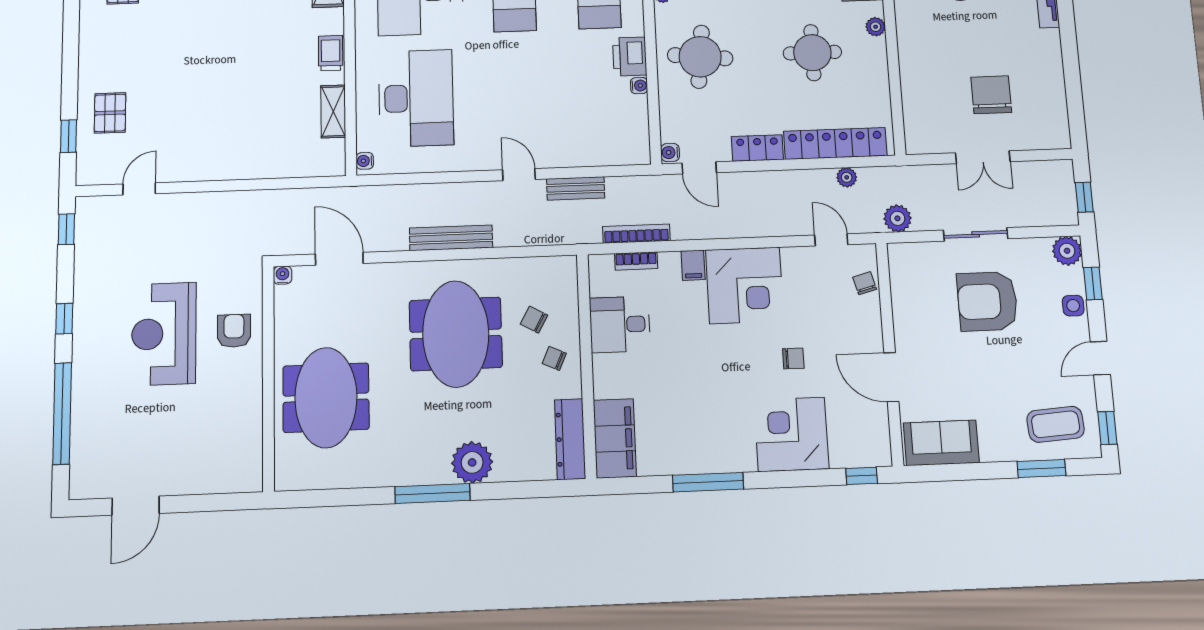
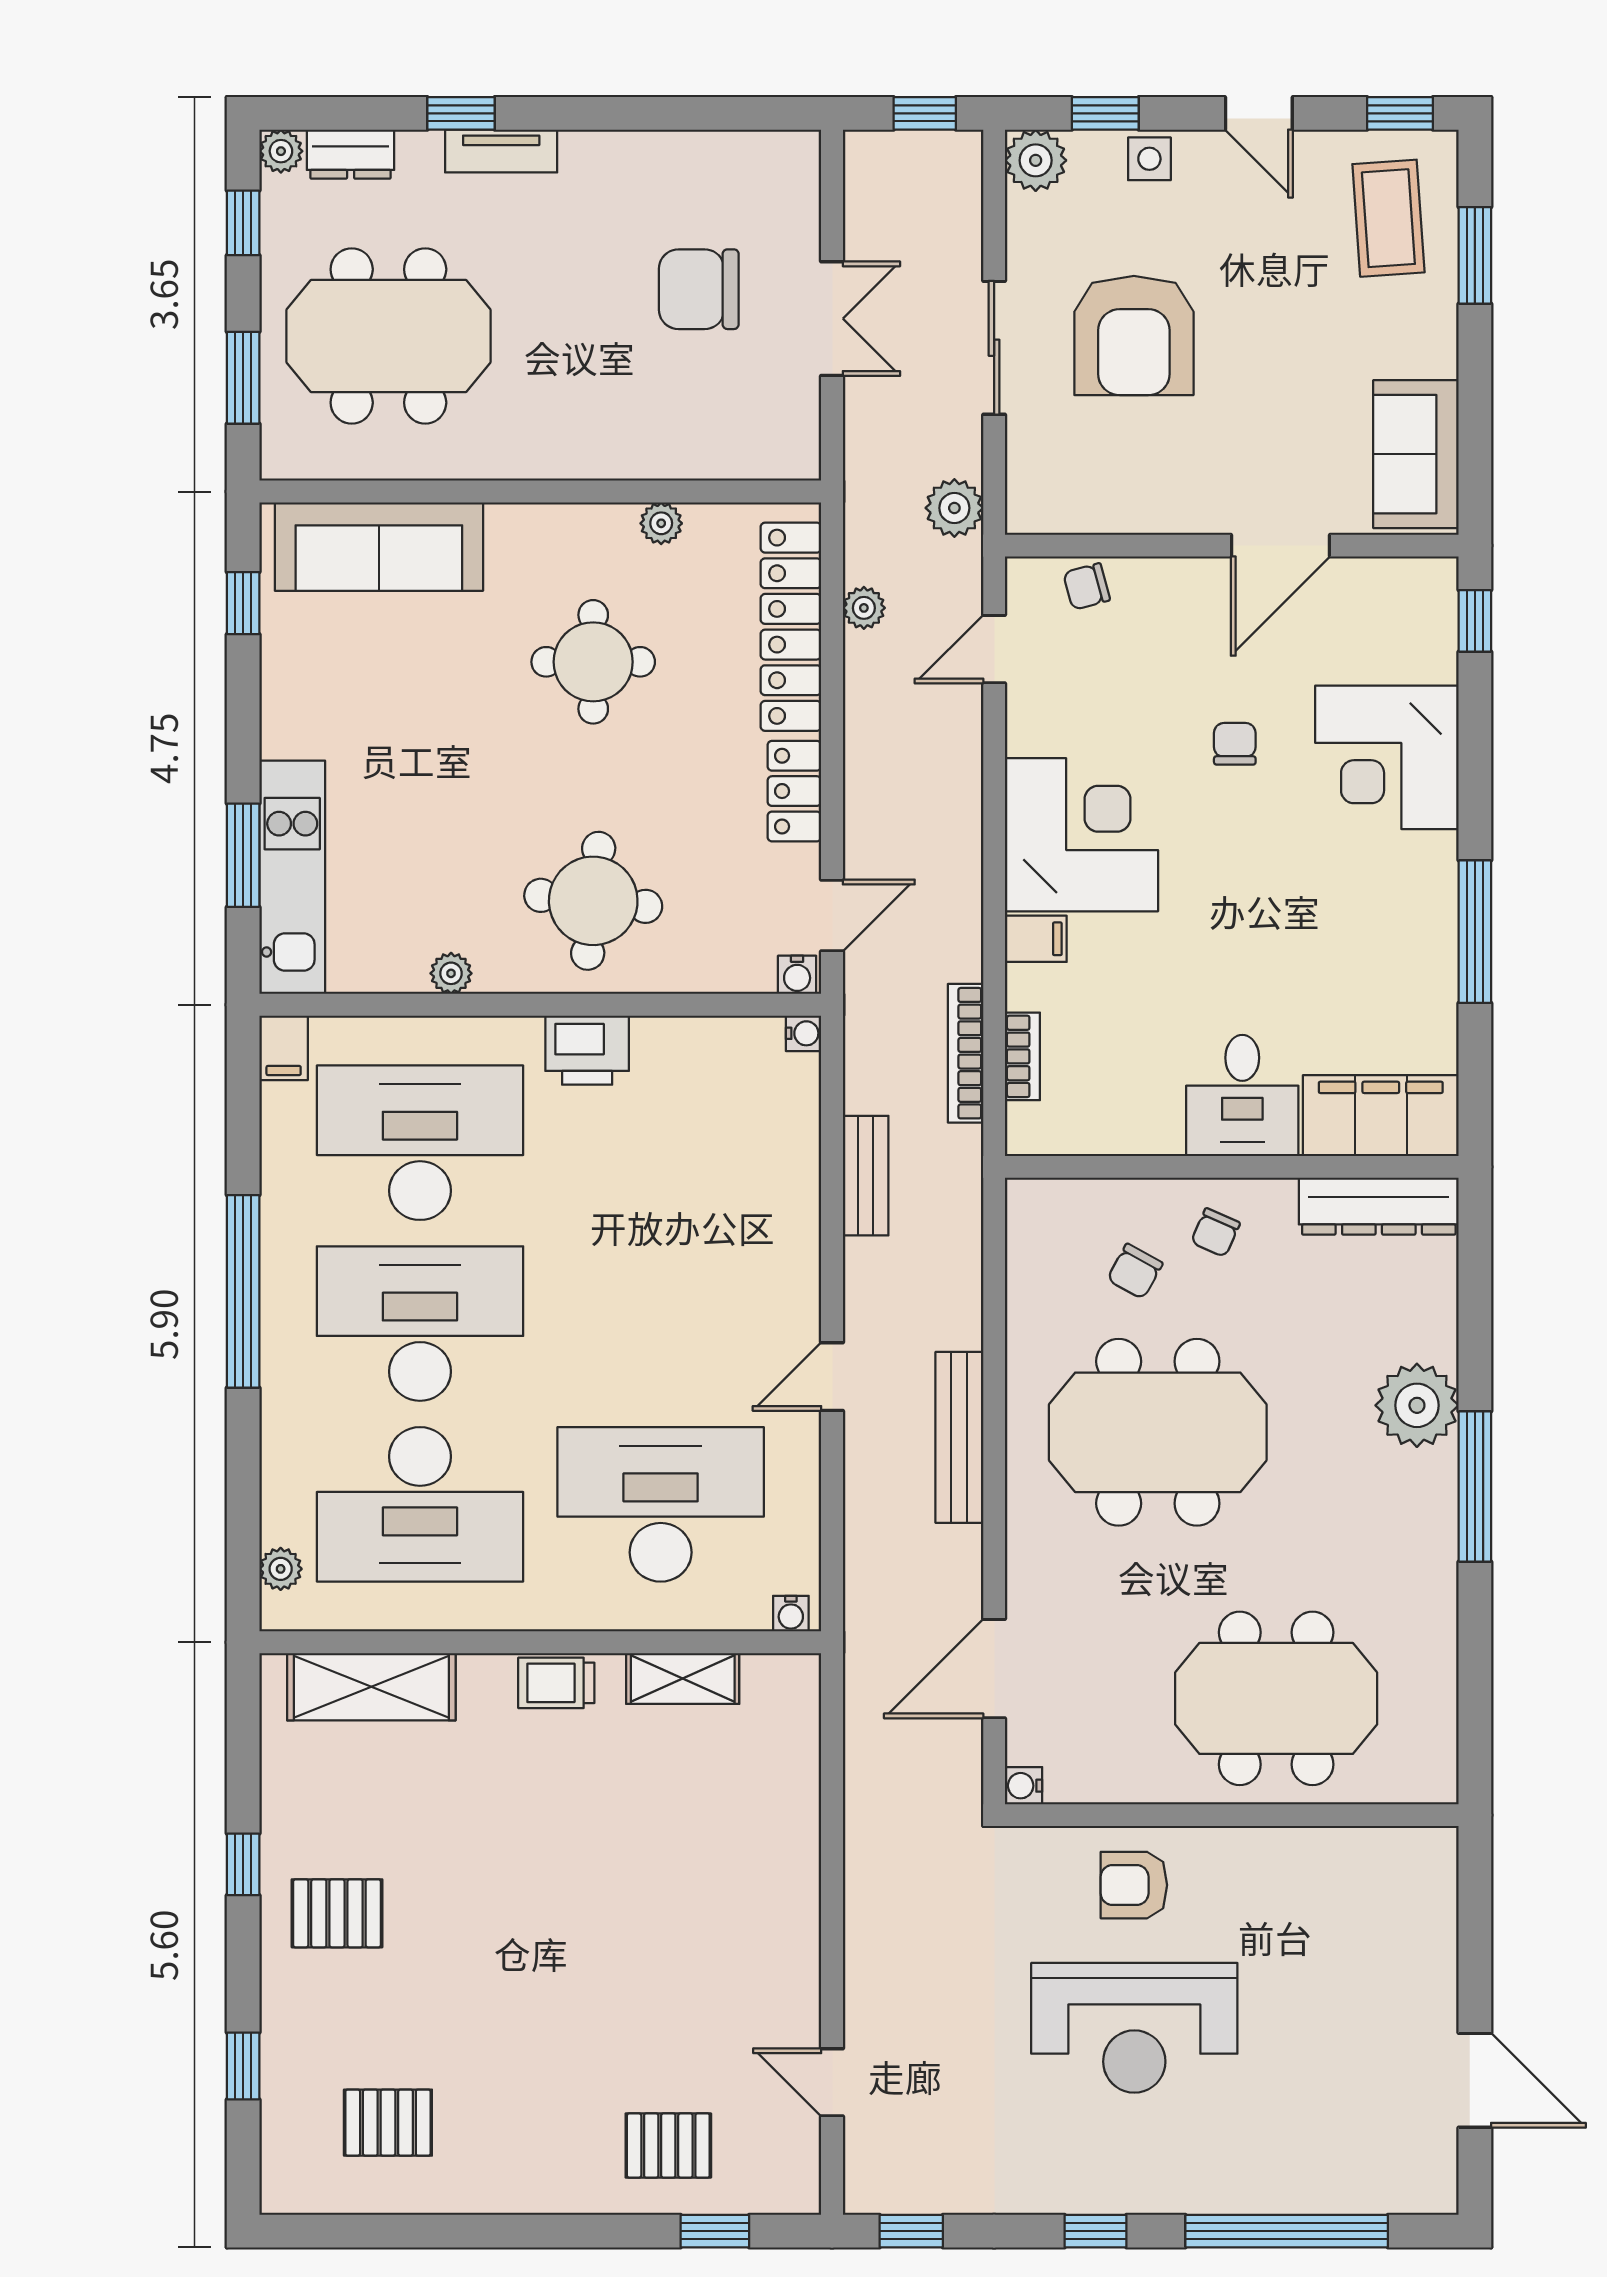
plant: (876, 27) -> (661, 523), moved
water cooler: (639, 86) -> (803, 1033), moved, turned 90
door: (519, 175) -> (832, 1377), moved
desk: (620, 324) -> (1242, 1095), moved

